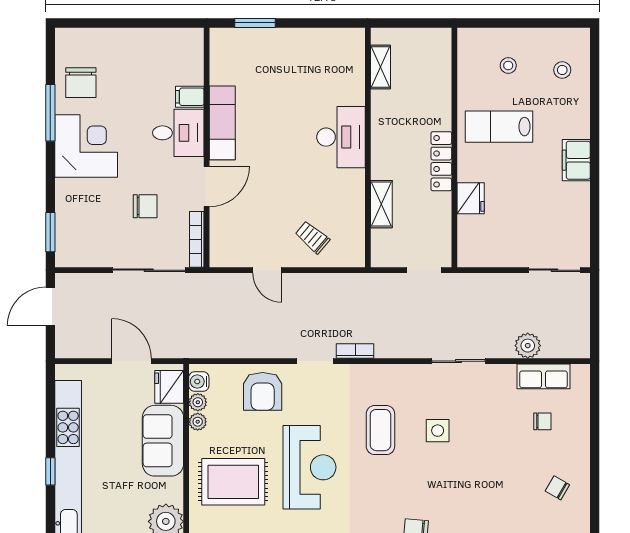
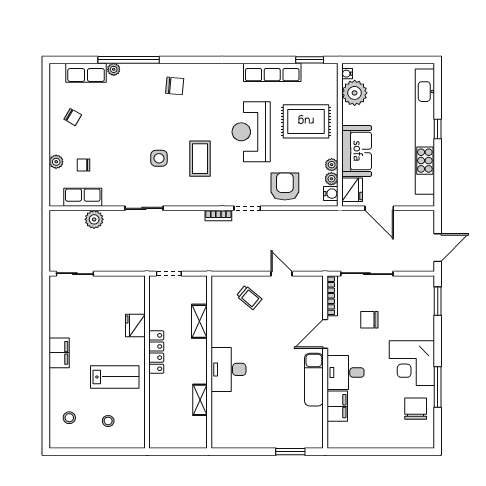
shelving: (380, 67) -> (200, 400), moved
filing cabinet: (190, 97) -> (337, 406), width x2.00
plant: (580, 426) -> (56, 162), added

